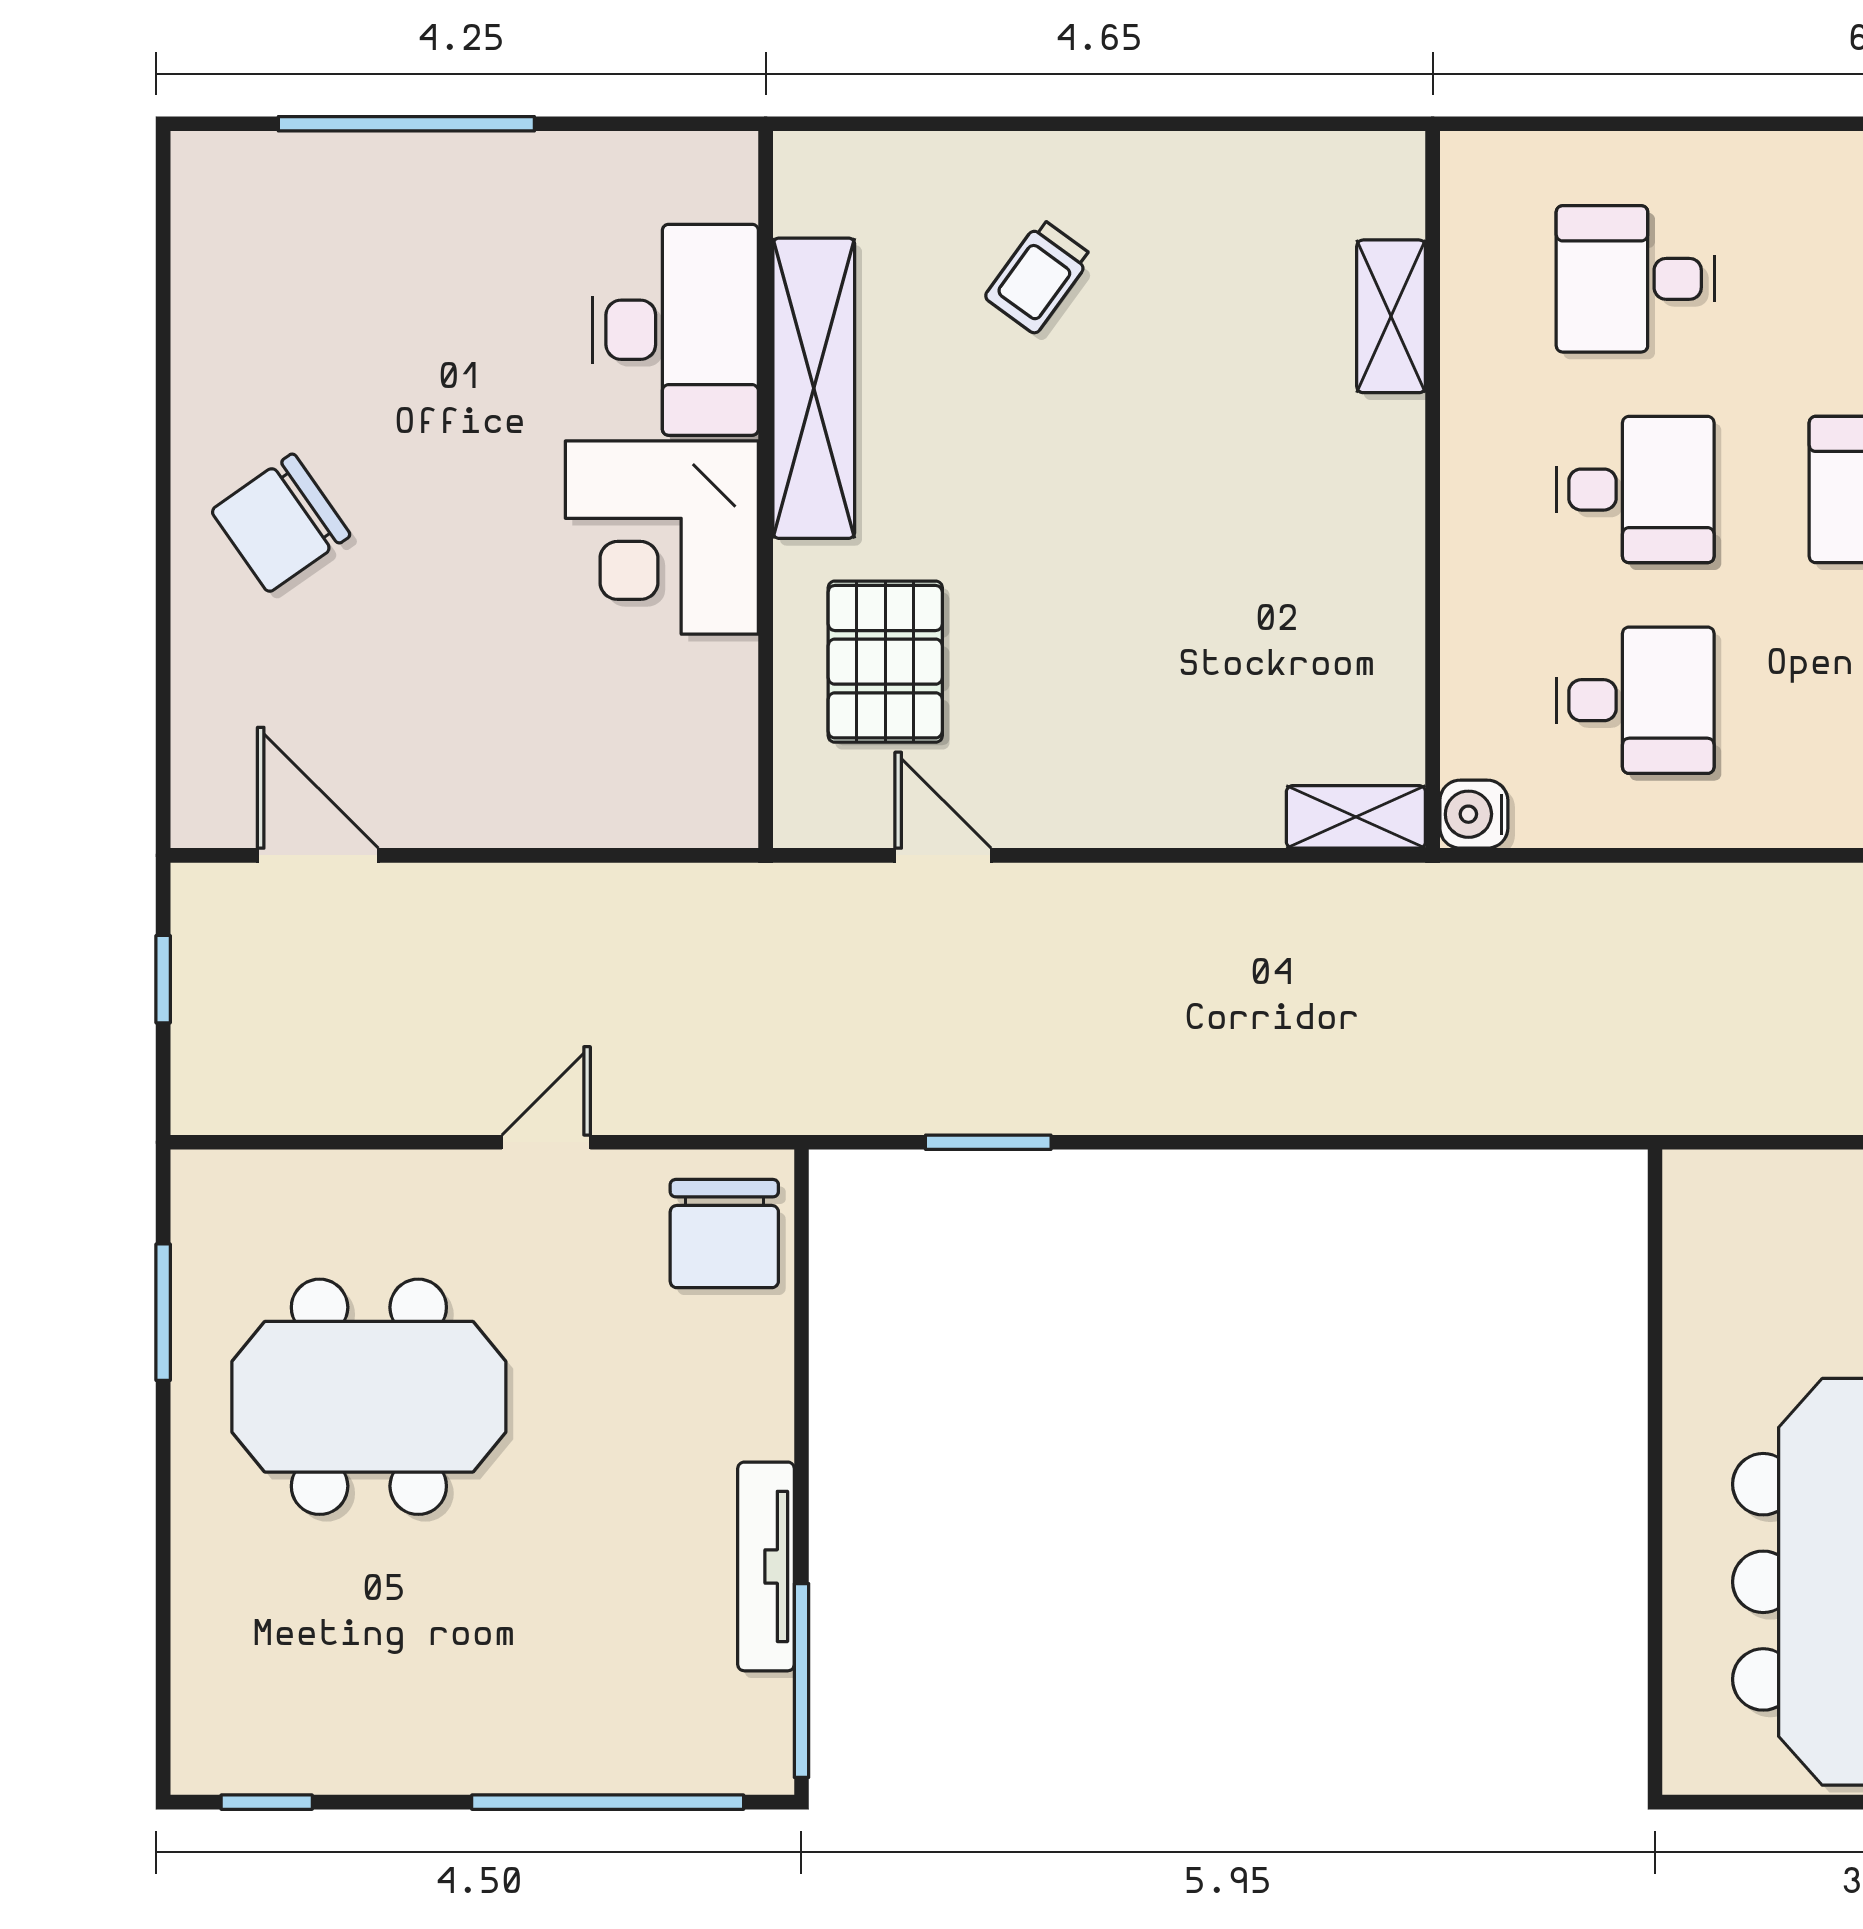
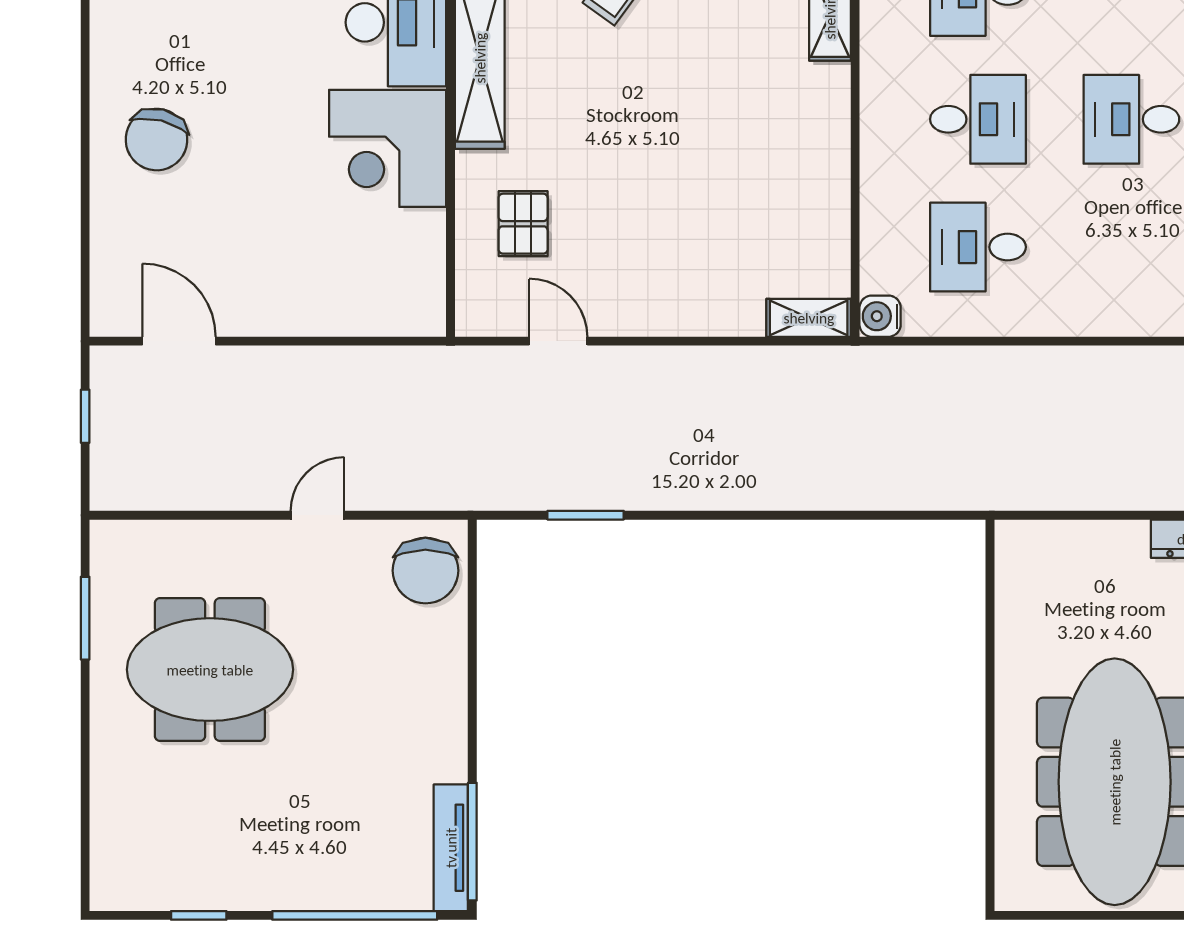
chair: (281, 523) -> (156, 140), turned -41
pallet: (885, 662) -> (523, 224), width x0.67, depth x0.71
desk: (1635, 700) -> (978, 247), turned 180
tv unit: (766, 1566) -> (451, 848), moved
window: (267, 1802) -> (199, 915), moved

